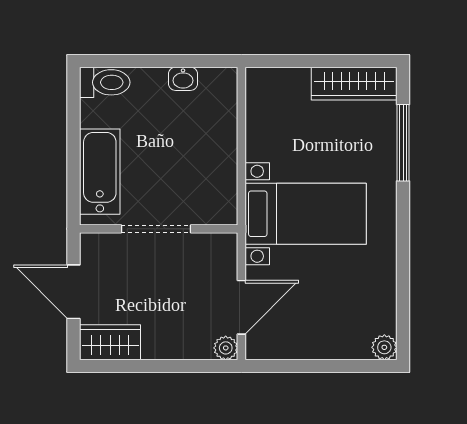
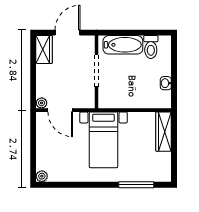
toilet: (105, 82) -> (151, 47), moved
wardrobe: (354, 84) -> (164, 132), moved

